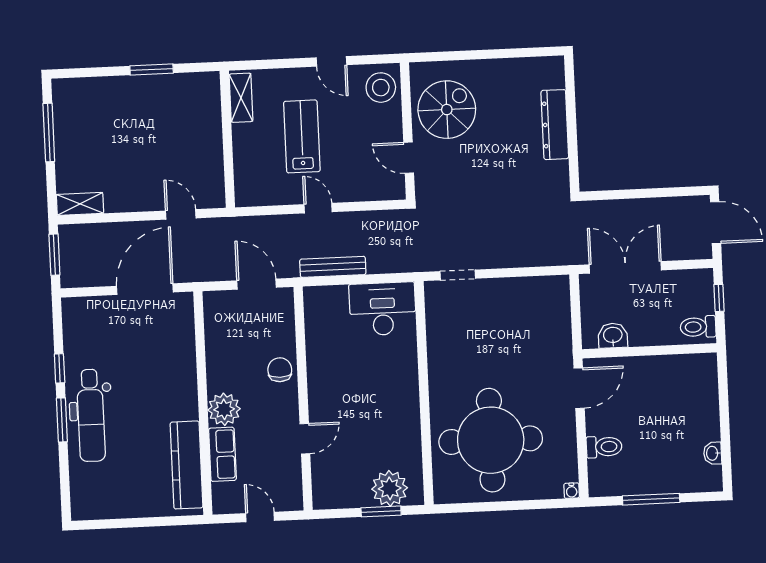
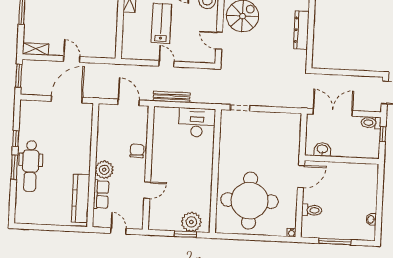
door: (181, 214) -> (72, 59), moved
toilet: (698, 327) -> (371, 123), moved

